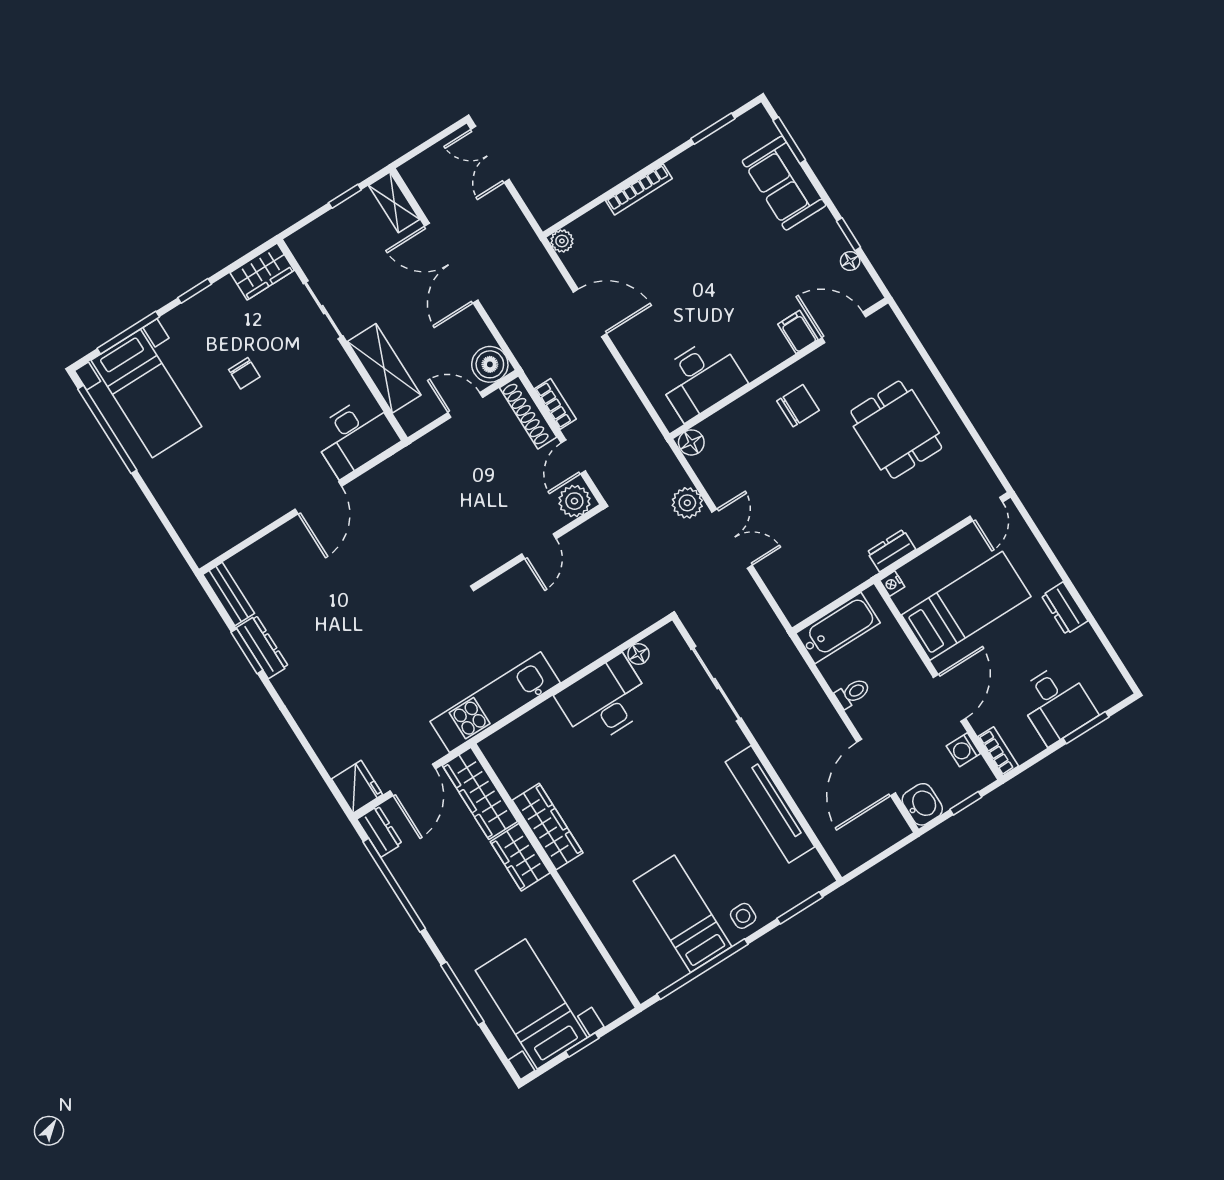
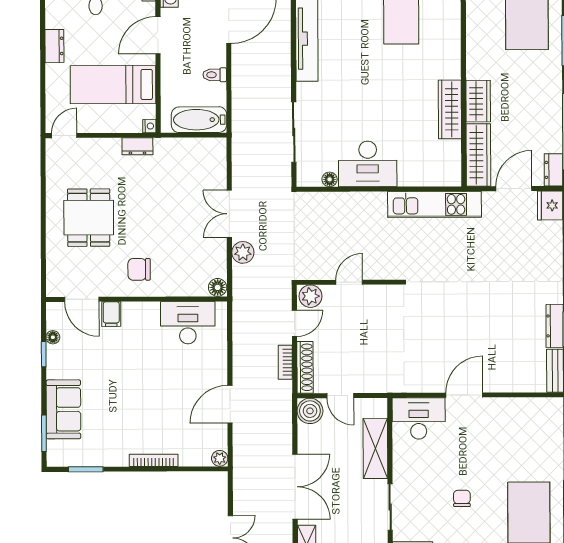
door: (590, 313) -> (230, 404), hinge flipped

